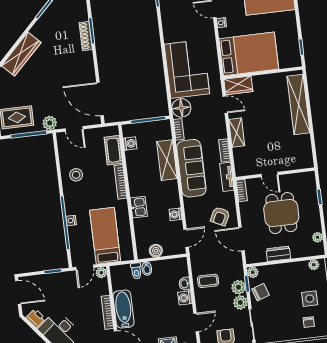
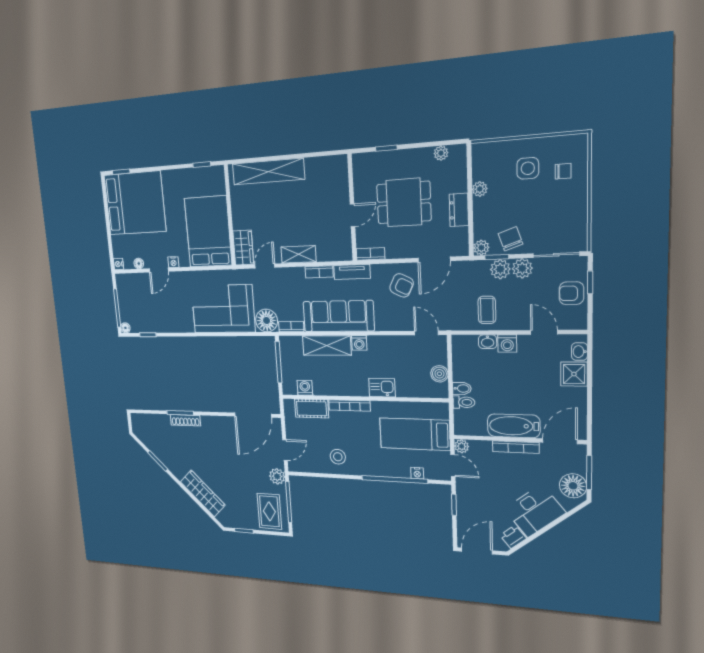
washing machine: (176, 214) -> (359, 343), moved
nightstand: (71, 220) -> (417, 473), moved
plant: (314, 265) -> (480, 189), moved

